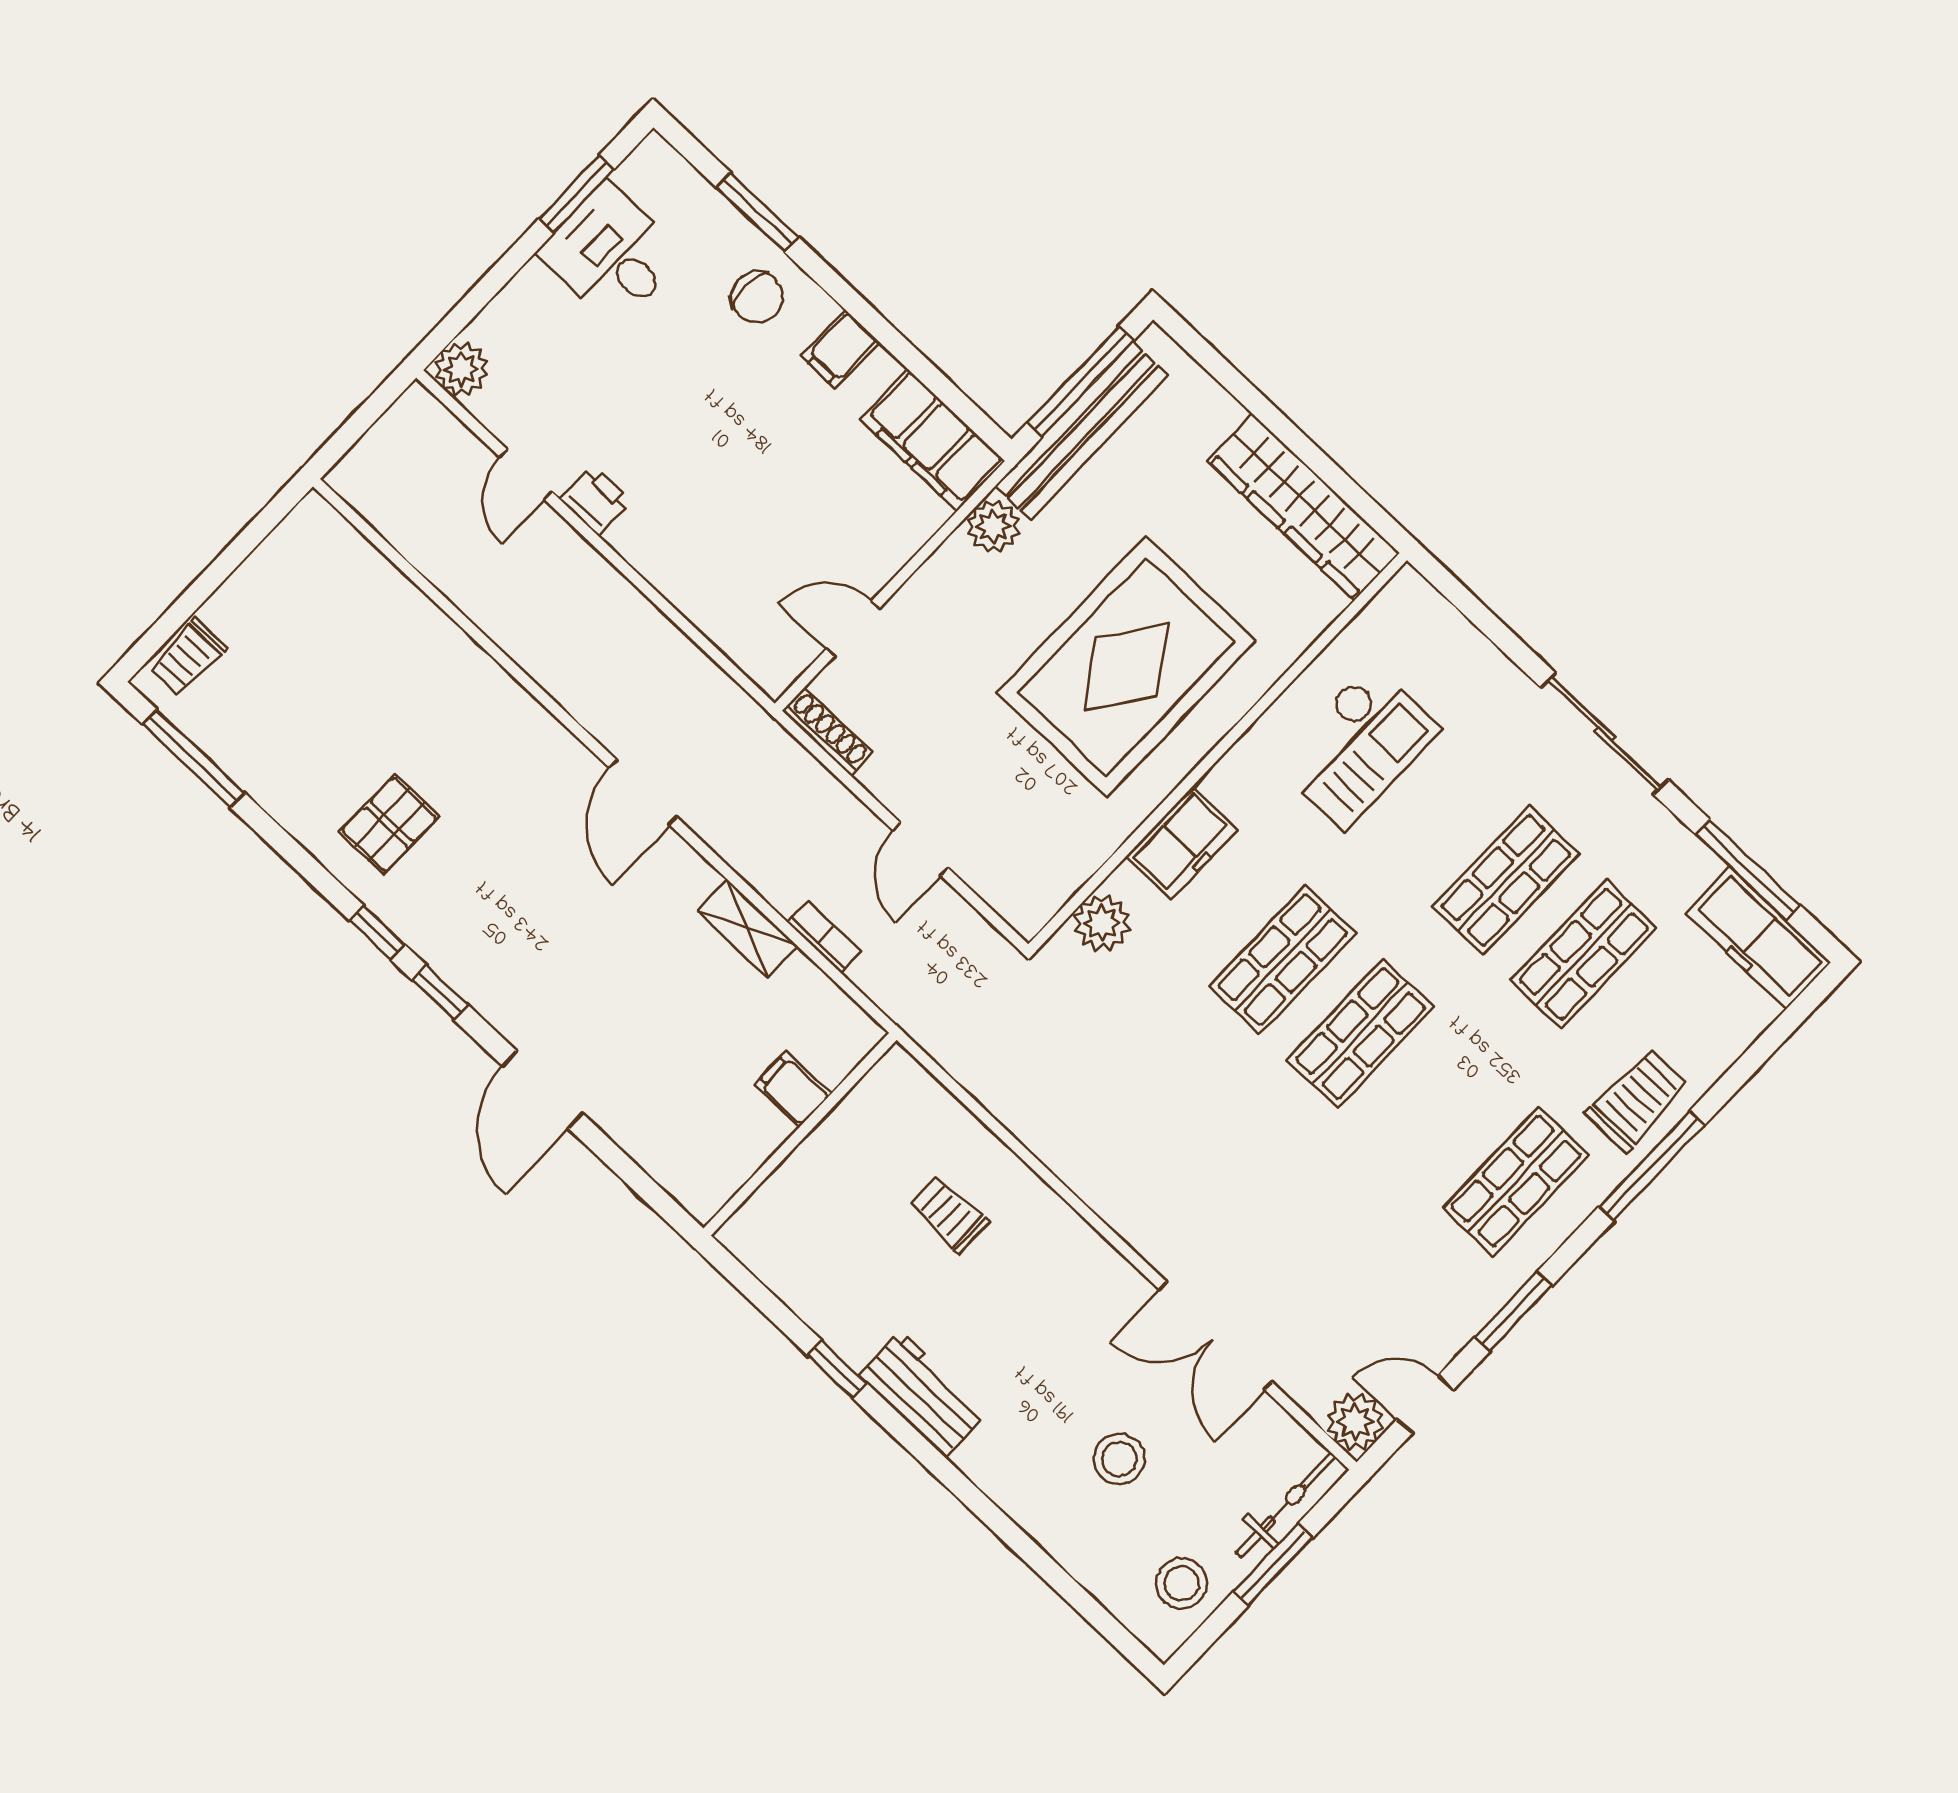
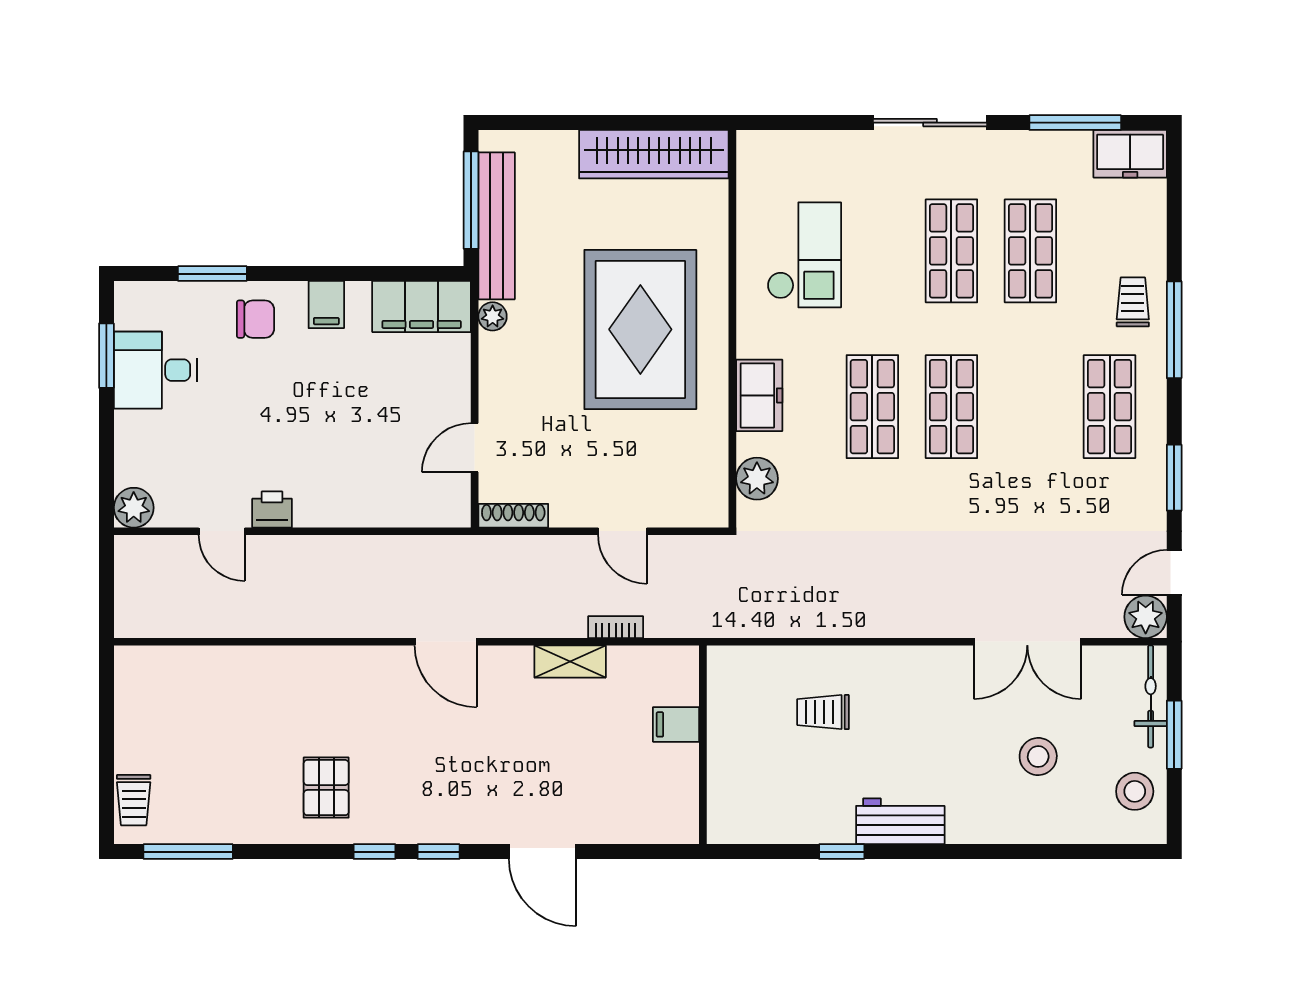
plant: (993, 526) -> (493, 316), width x0.73, depth x0.73
freezer: (1758, 938) -> (1130, 154), width x0.71
trolley: (1637, 1100) -> (1133, 302), width x0.73, depth x0.72

